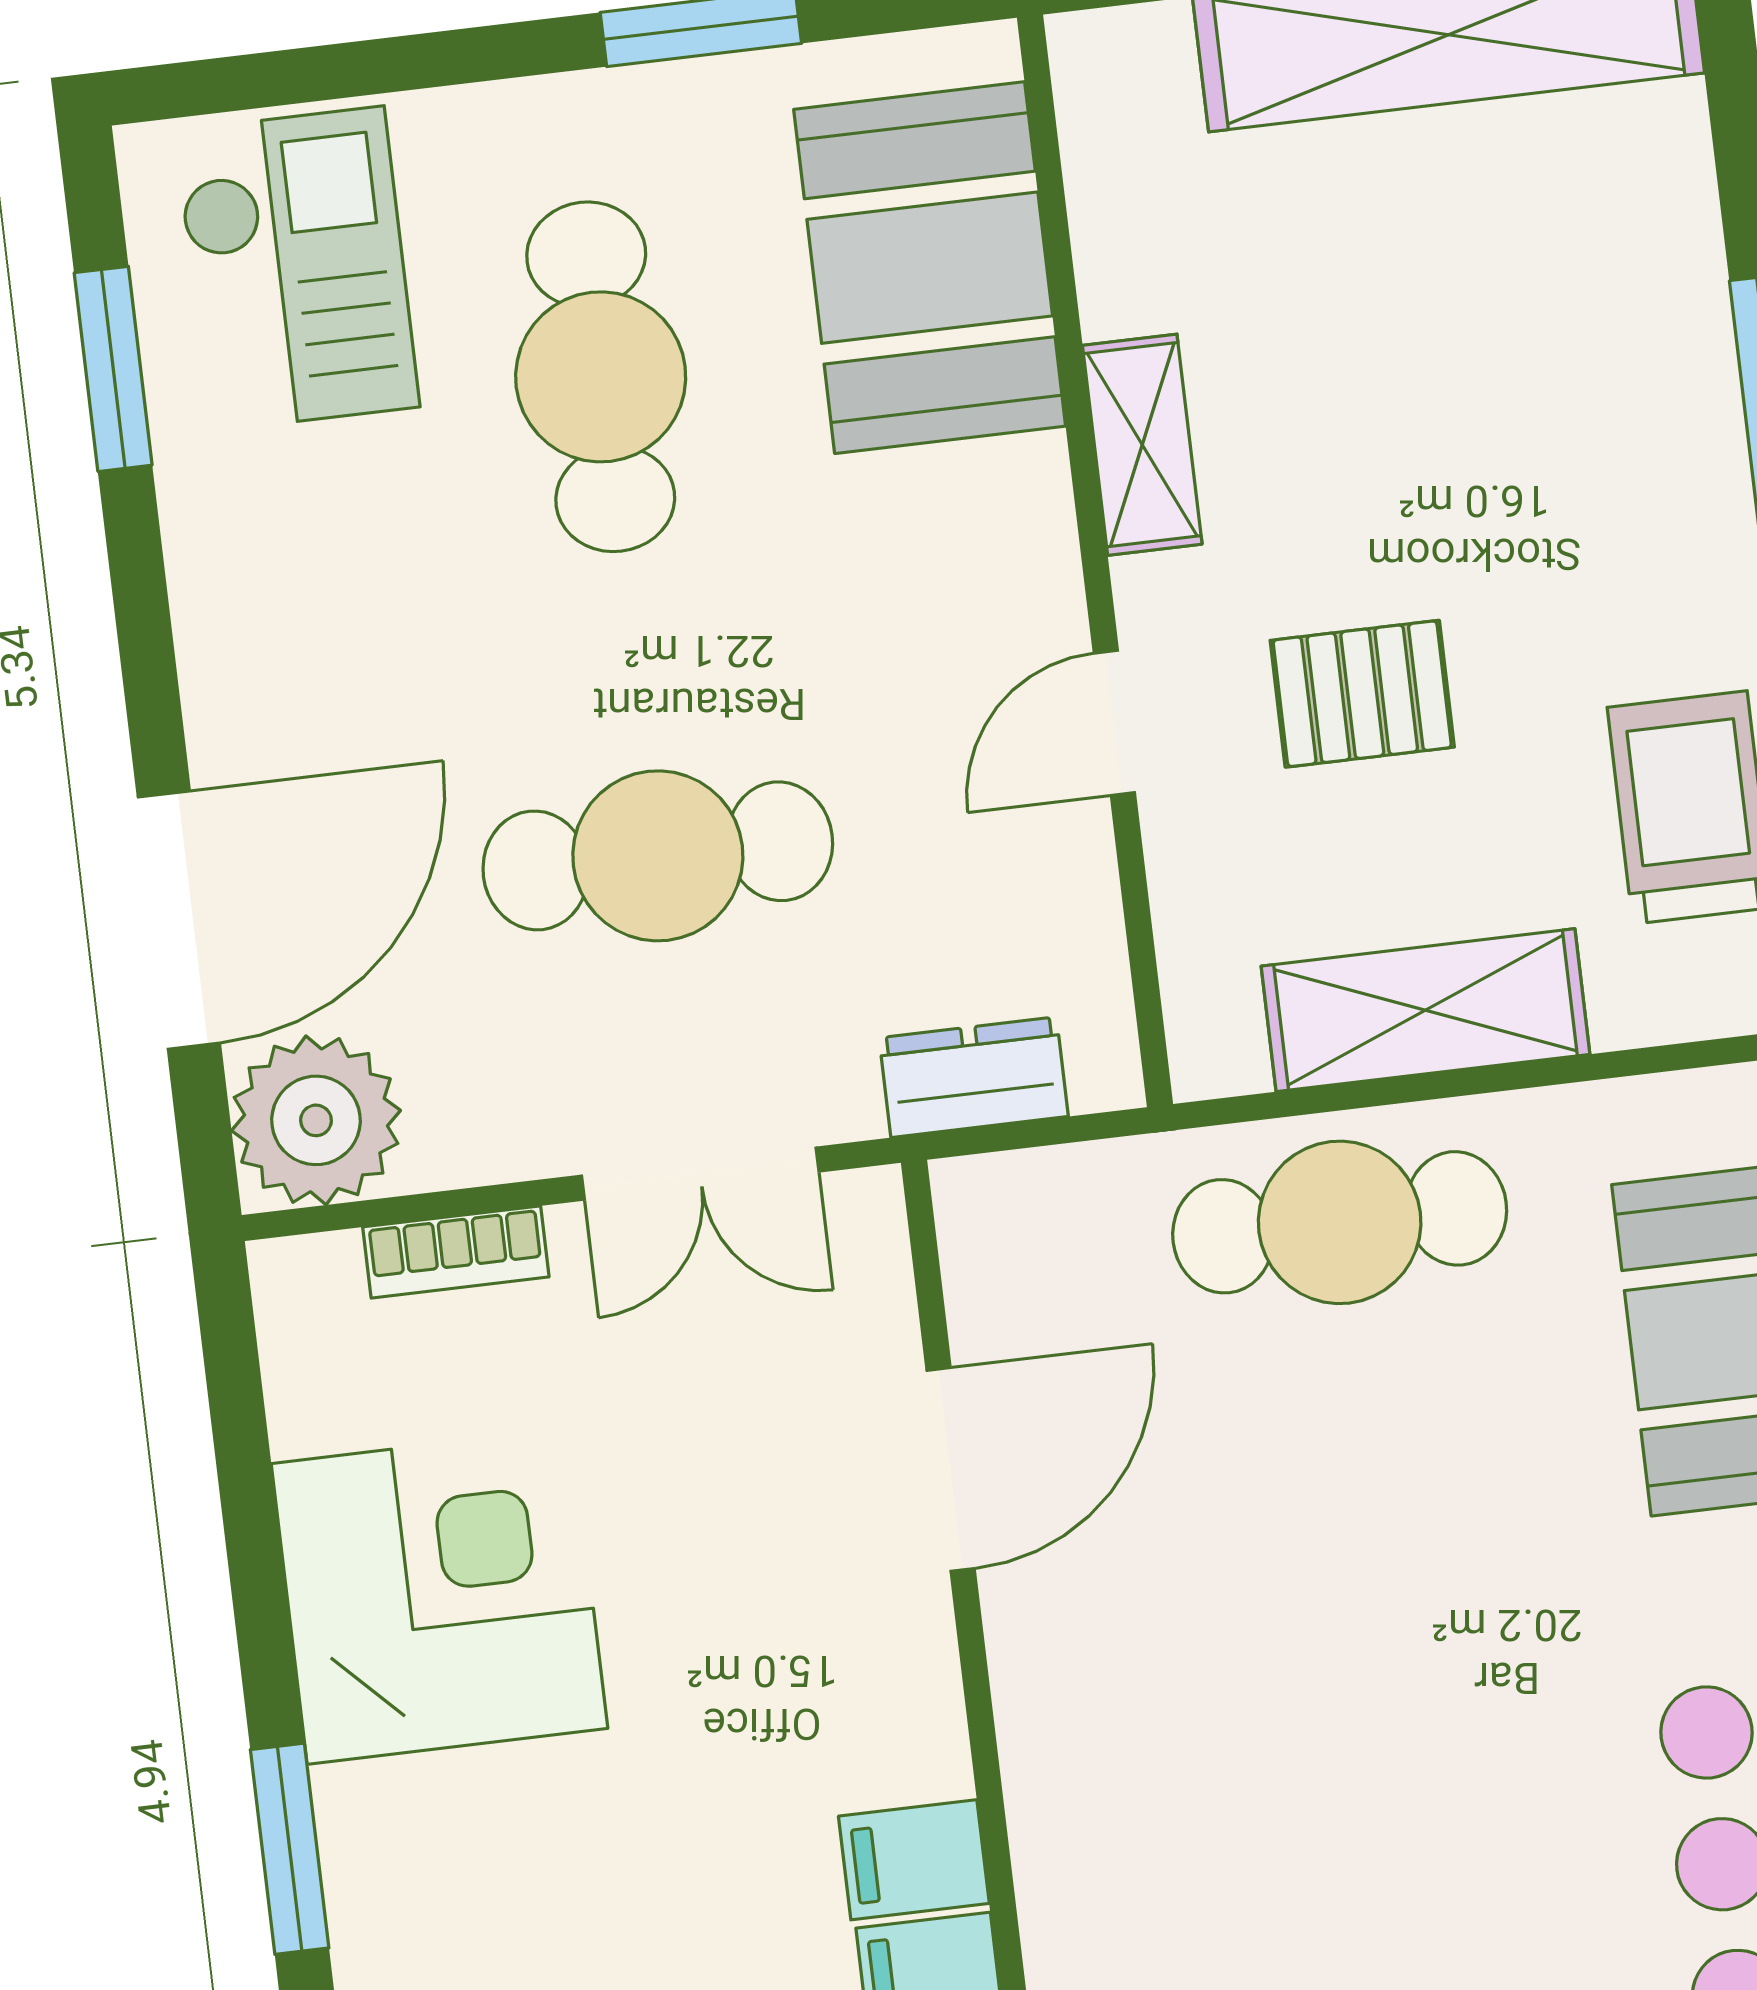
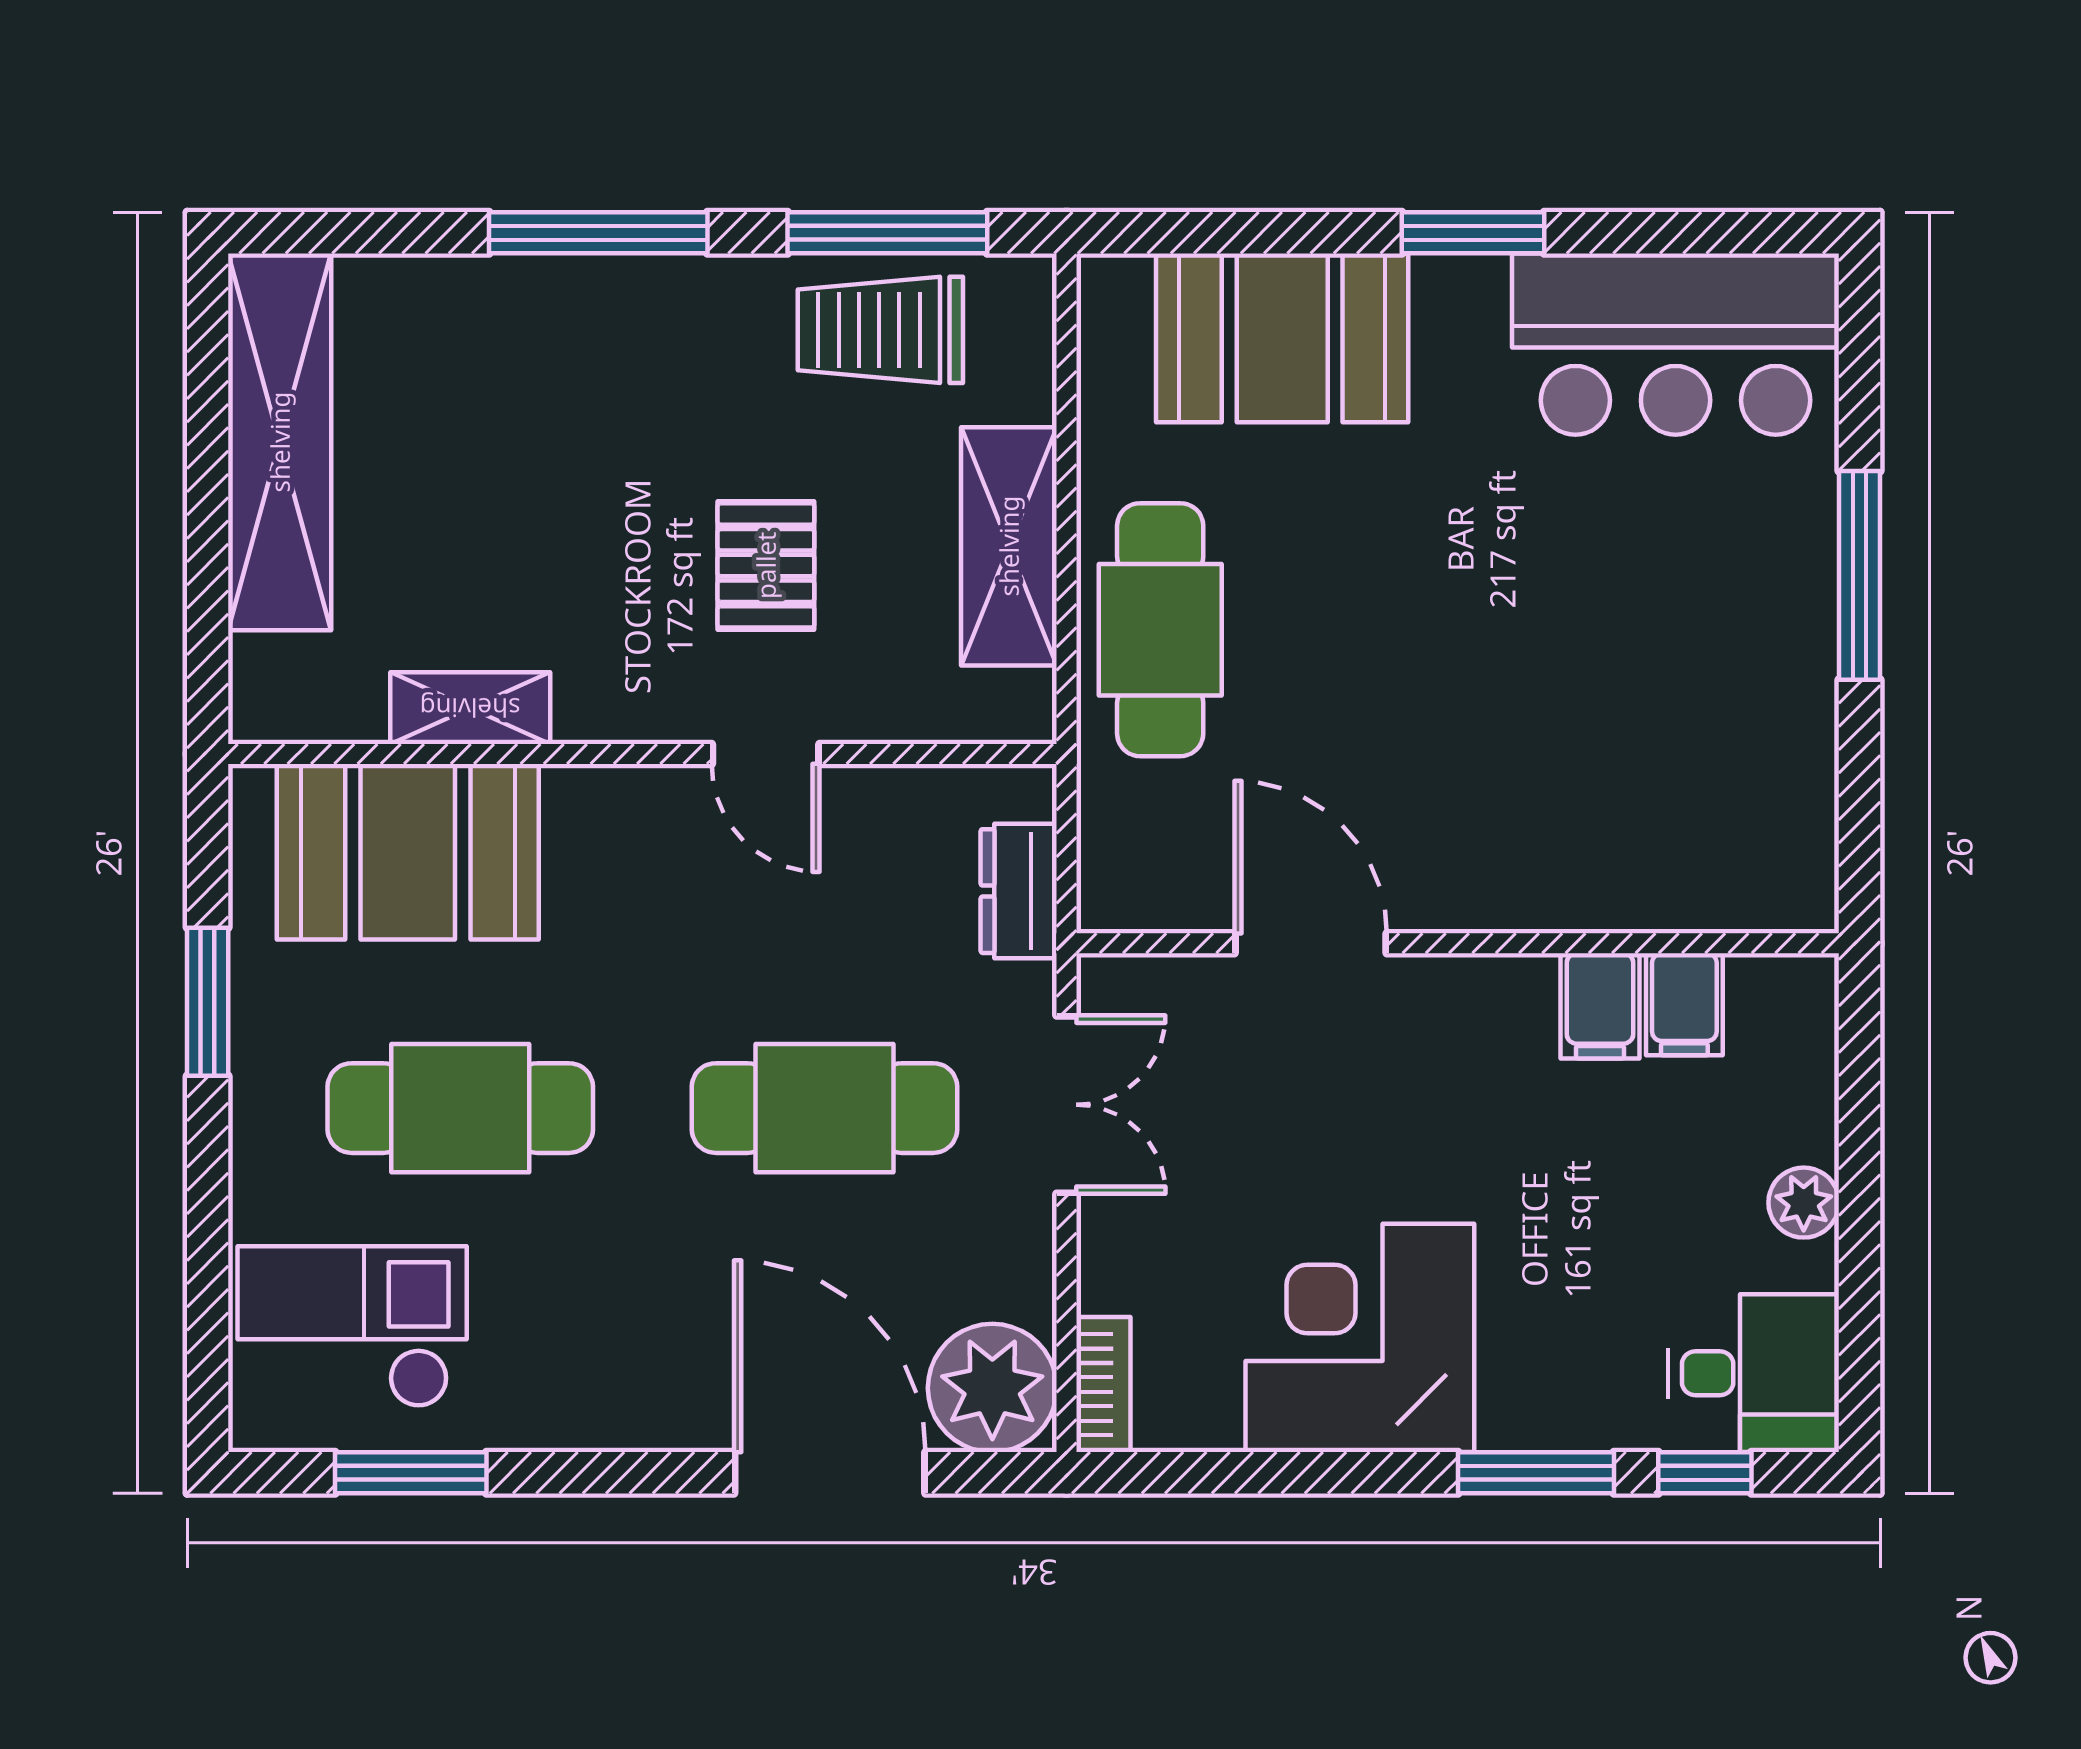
shelving: (1142, 445) -> (470, 708), moved
cafe table: (658, 856) -> (824, 1108), turned 90
bookcase: (456, 1252) -> (1103, 1385), moved

